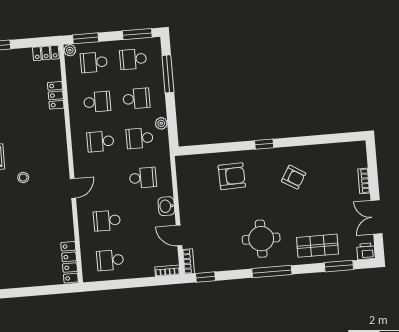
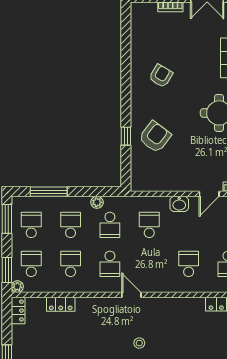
school desk: (133, 59) -> (31, 225), turned 180
school desk: (94, 62) -> (31, 264), turned 180
window: (264, 144) -> (126, 136), moved
armchair: (232, 176) -> (155, 137), turned 39
door: (73, 188) -> (131, 295), moved
school desk: (107, 221) -> (189, 264), turned 180

